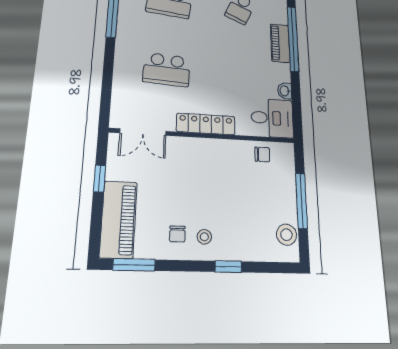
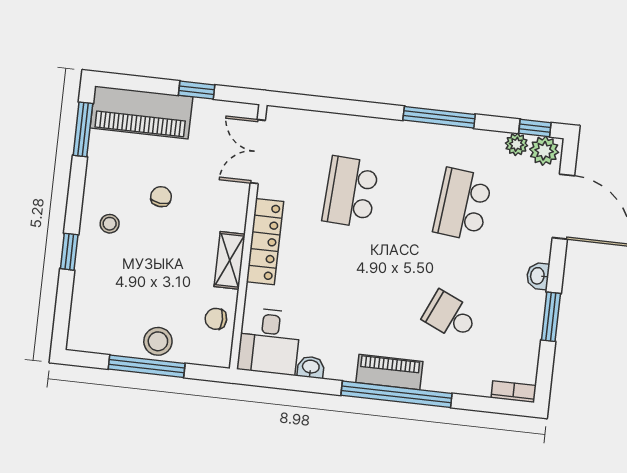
shelving: (221, 147) -> (230, 260), added
chair: (262, 154) -> (216, 319), turned 90
chair: (177, 234) -> (161, 197), moved, turned 95
stool: (286, 235) -> (158, 341), moved

